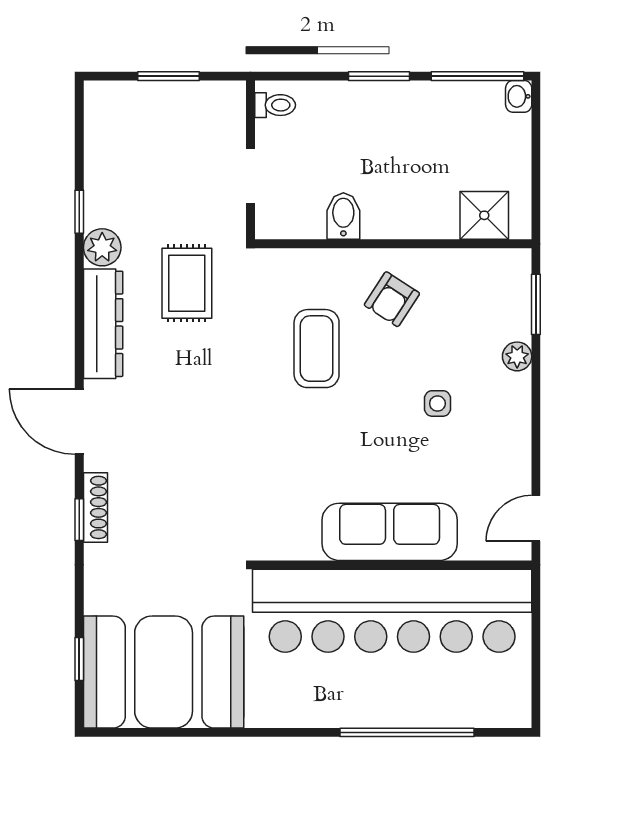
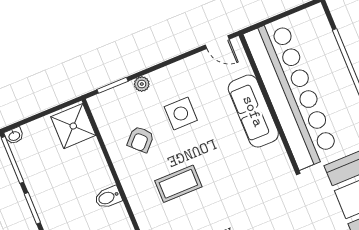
shower: (484, 215) -> (73, 126), width x1.36, depth x1.36
armchair: (392, 299) -> (141, 139), moved, turned 101
side table: (437, 403) -> (181, 113), width x1.87, depth x1.87

